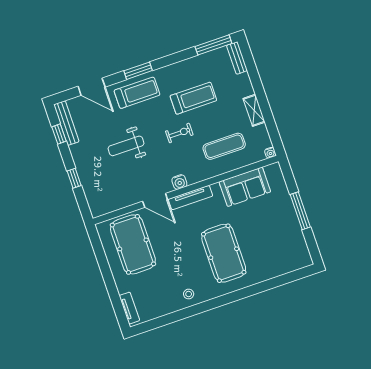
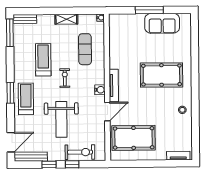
door: (92, 87) -> (11, 142), moved
window: (59, 134) -> (49, 164), moved
weight bench: (126, 146) -> (61, 119), width x1.36, depth x1.33
exercise bike: (93, 183) -> (80, 152), added
sofa: (245, 187) -> (162, 23), moved, turned 90

